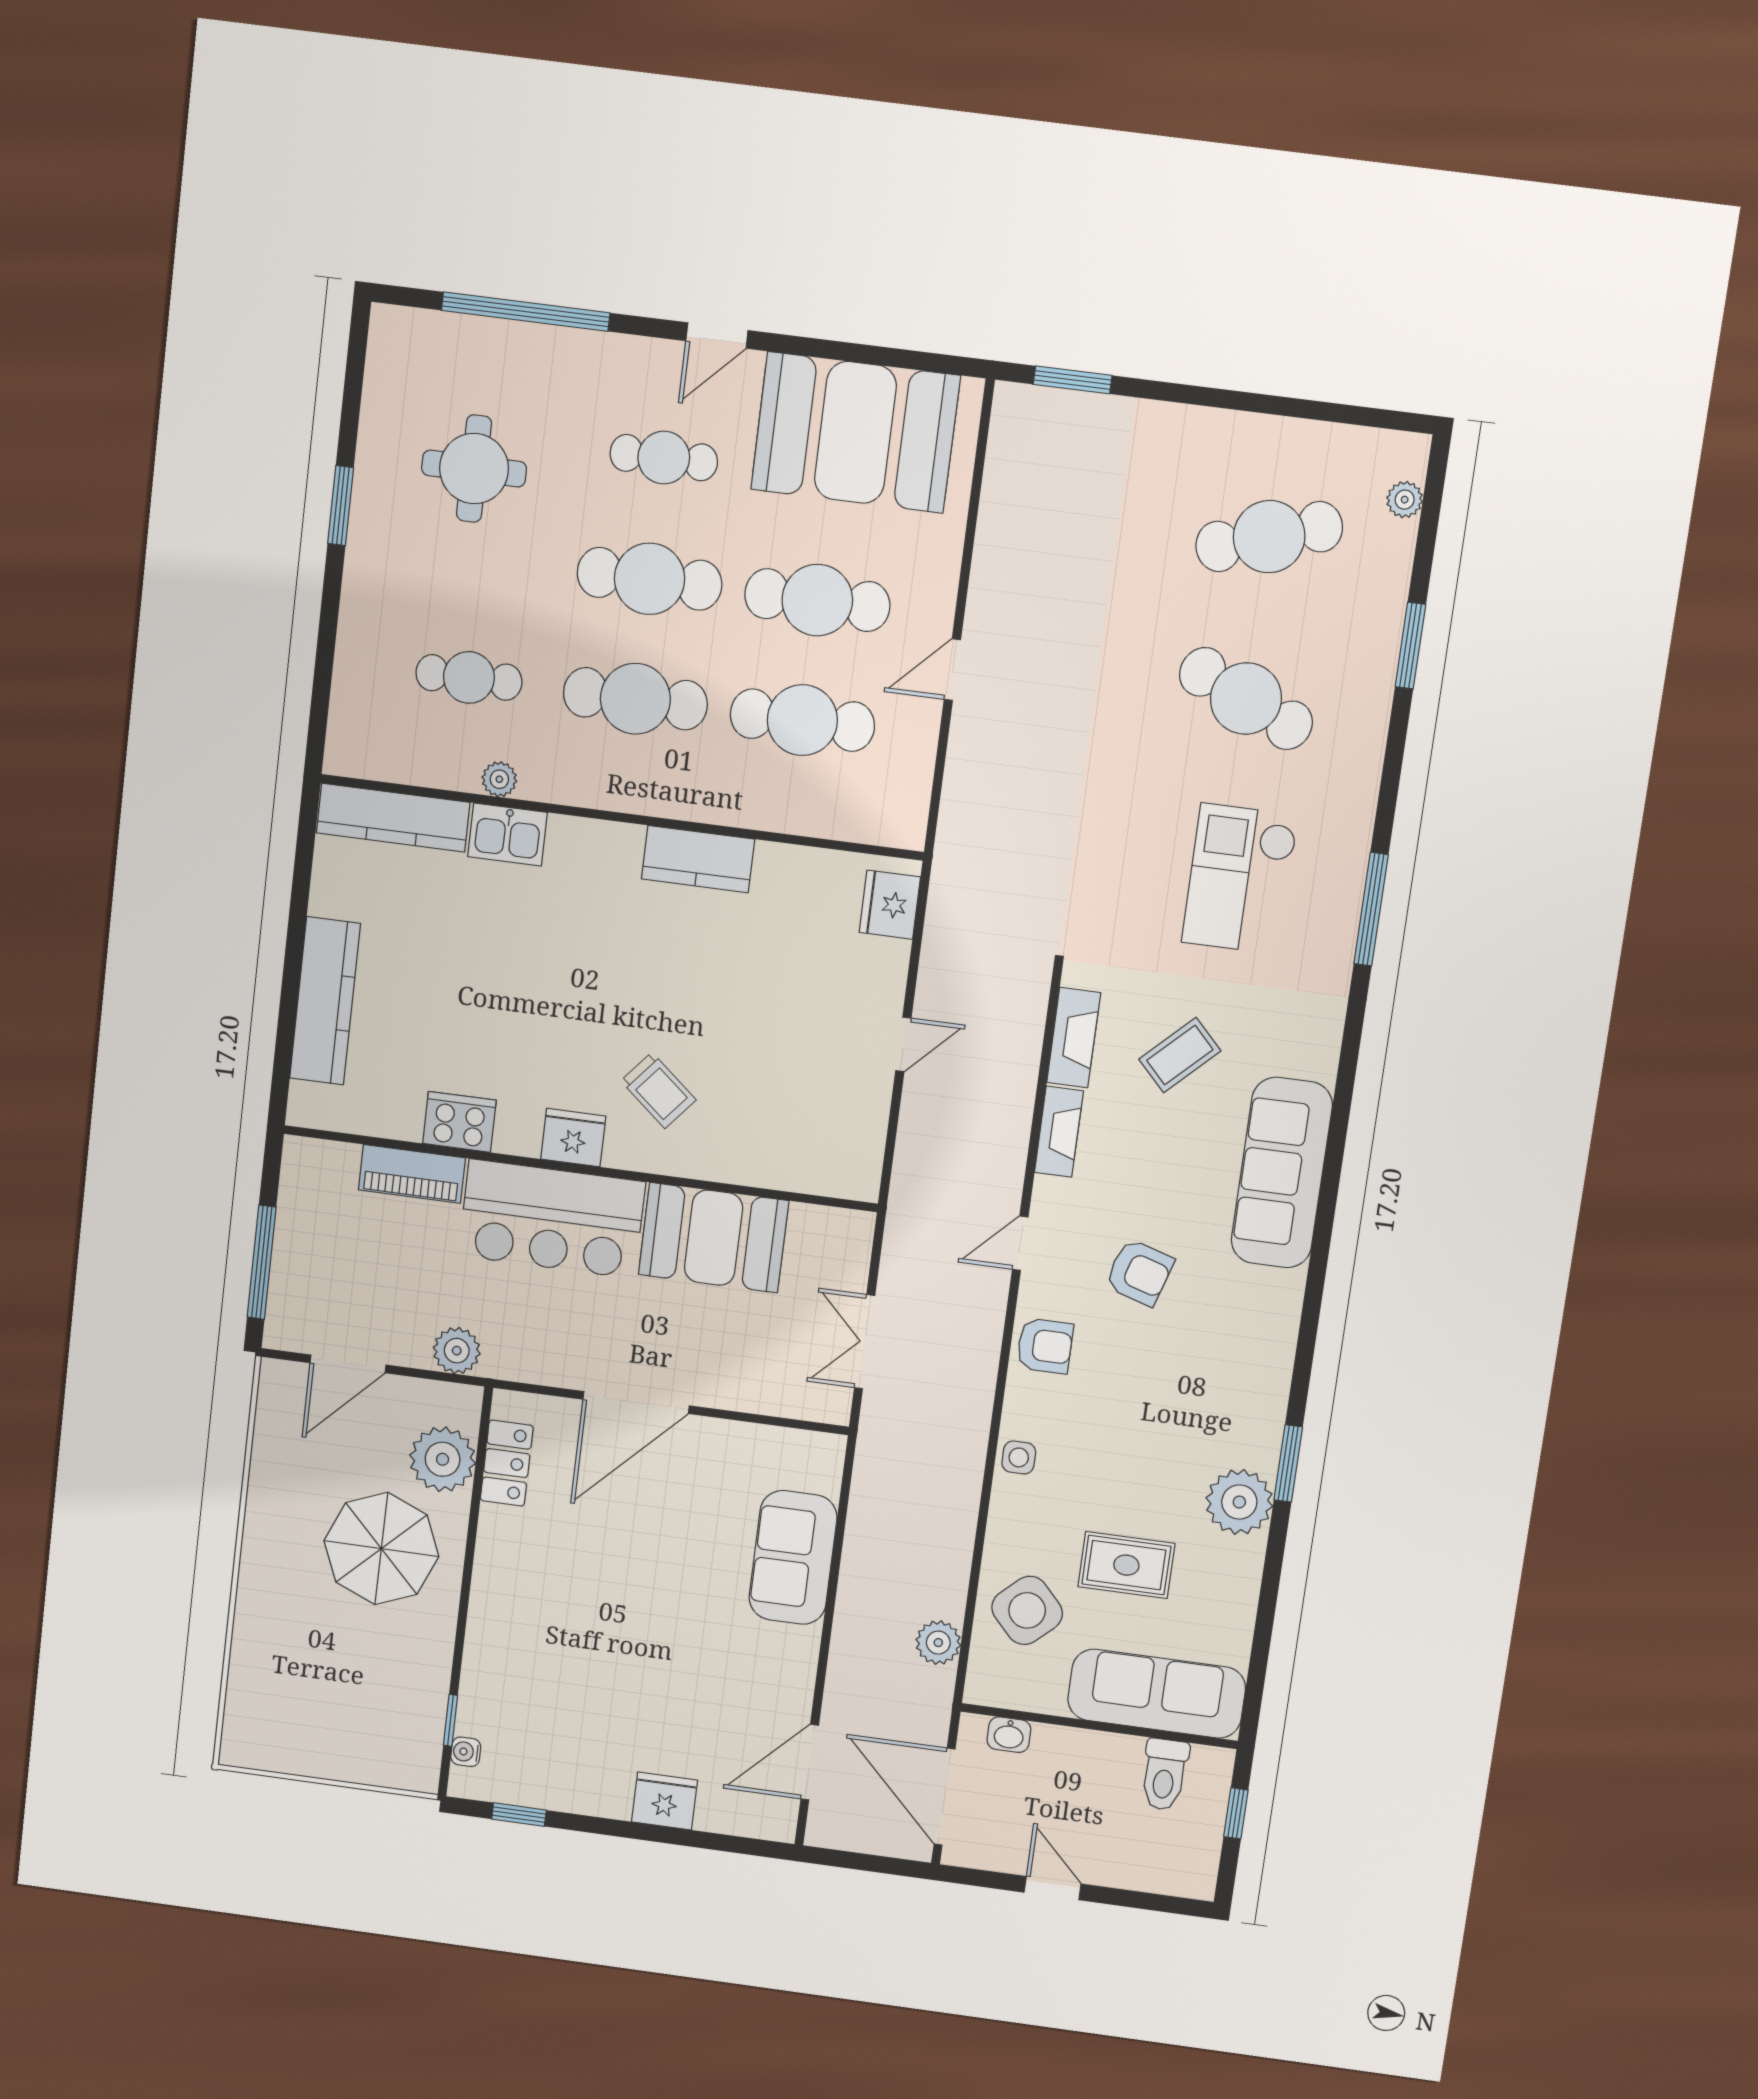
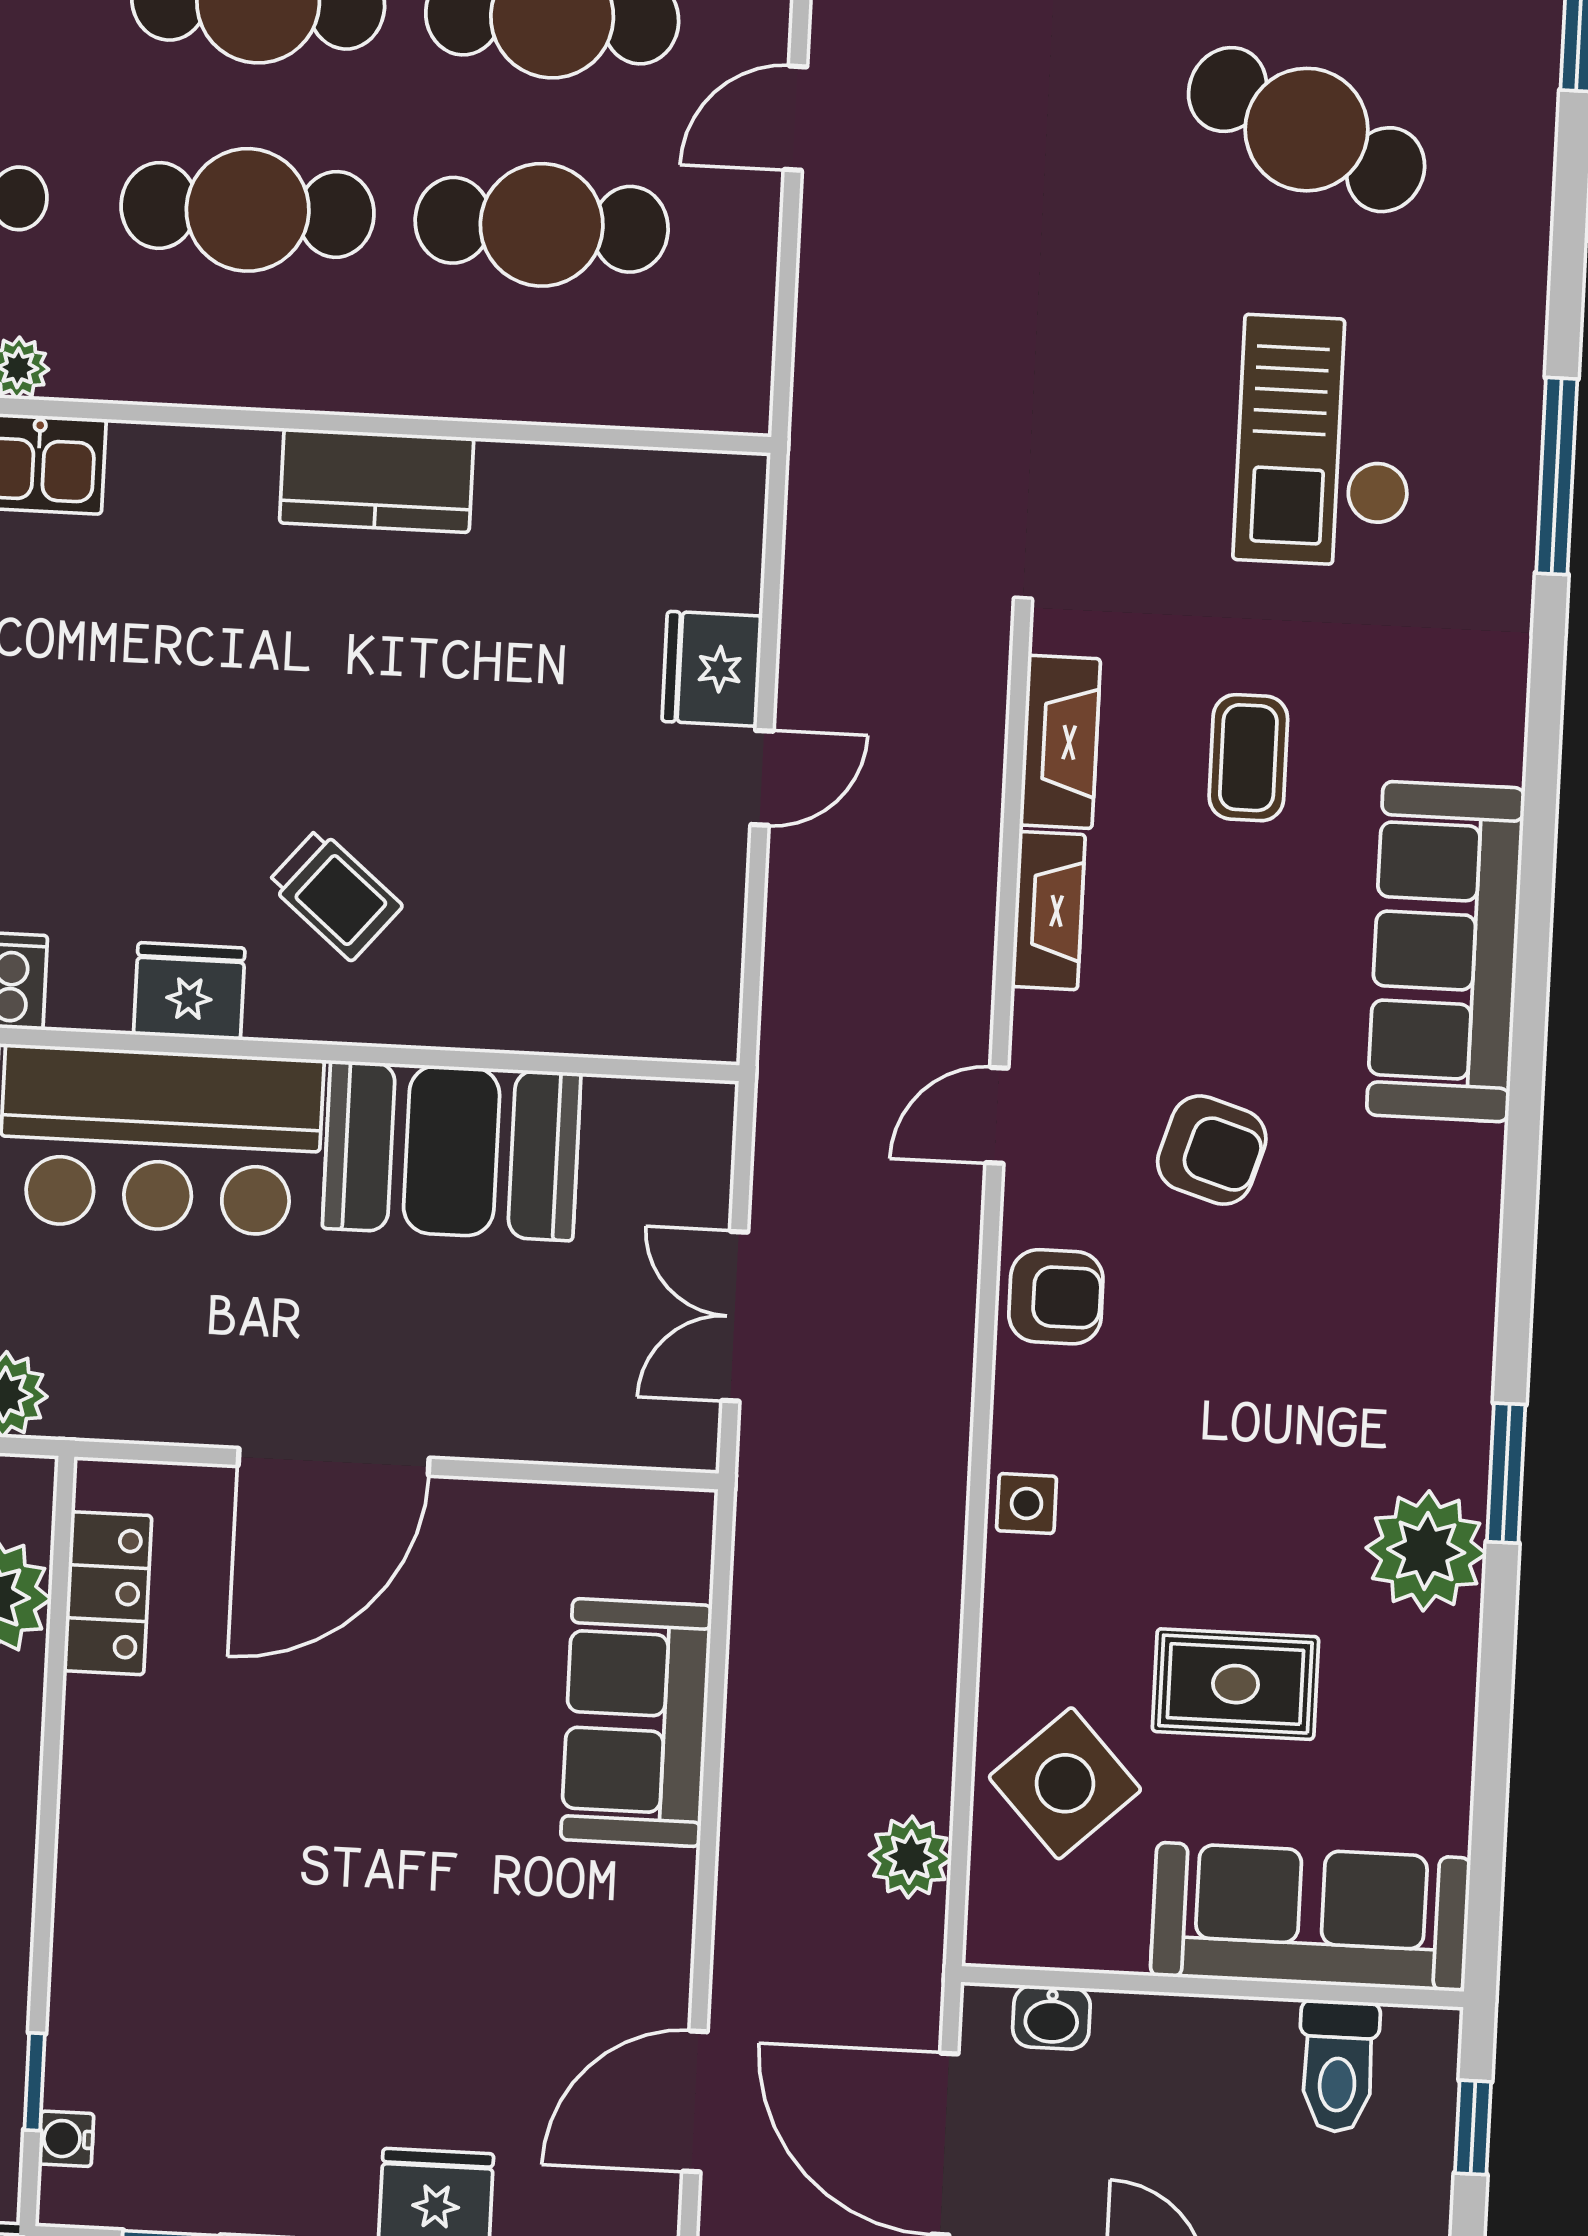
fridge: (890, 905) -> (712, 669), moved
coffee table: (1180, 1055) -> (1248, 758), turned -46

